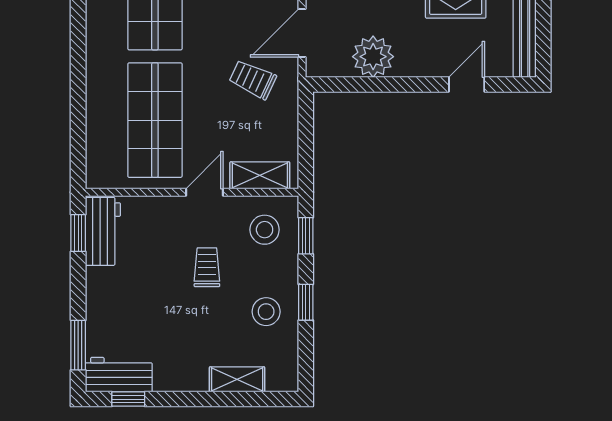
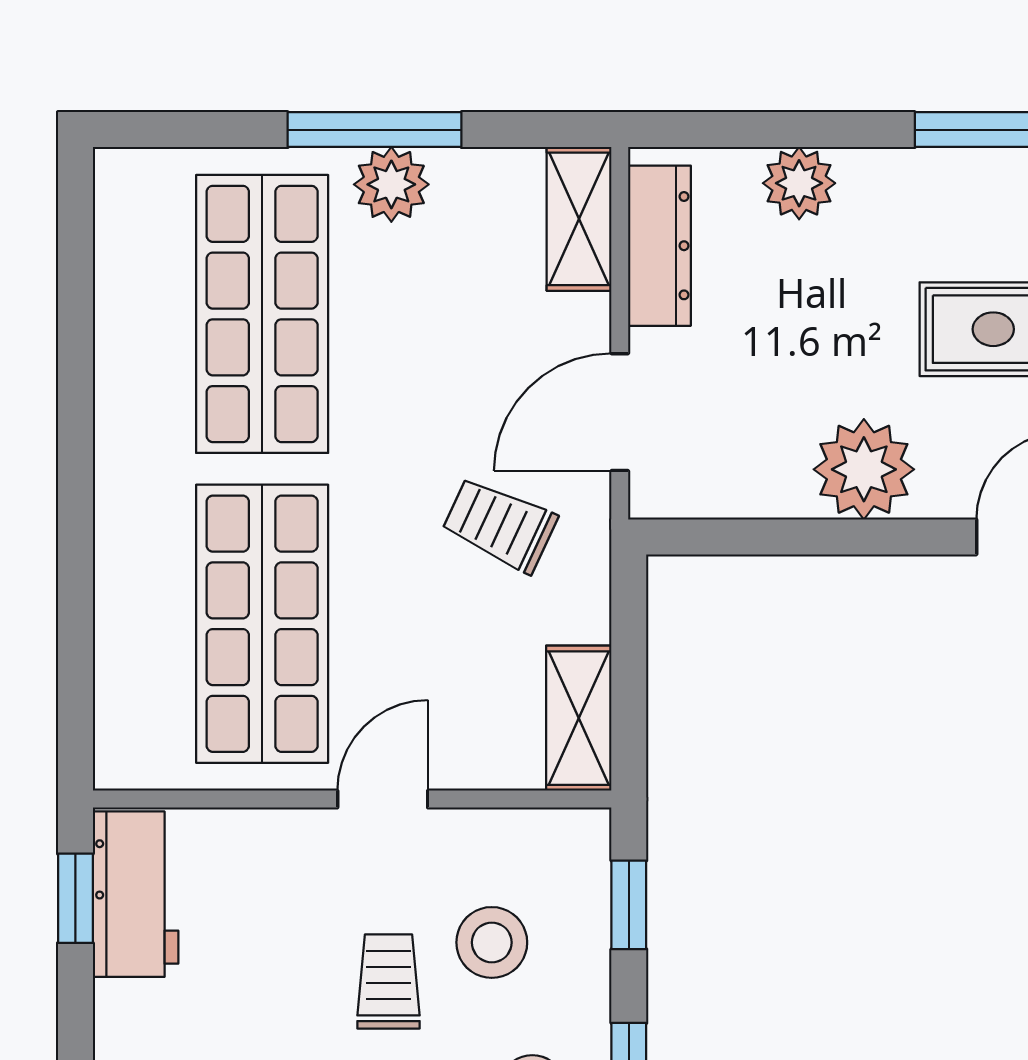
plant: (373, 57) -> (864, 469), moved
shelving: (260, 175) -> (579, 718), moved, turned 90
stool: (265, 230) -> (492, 942), moved

